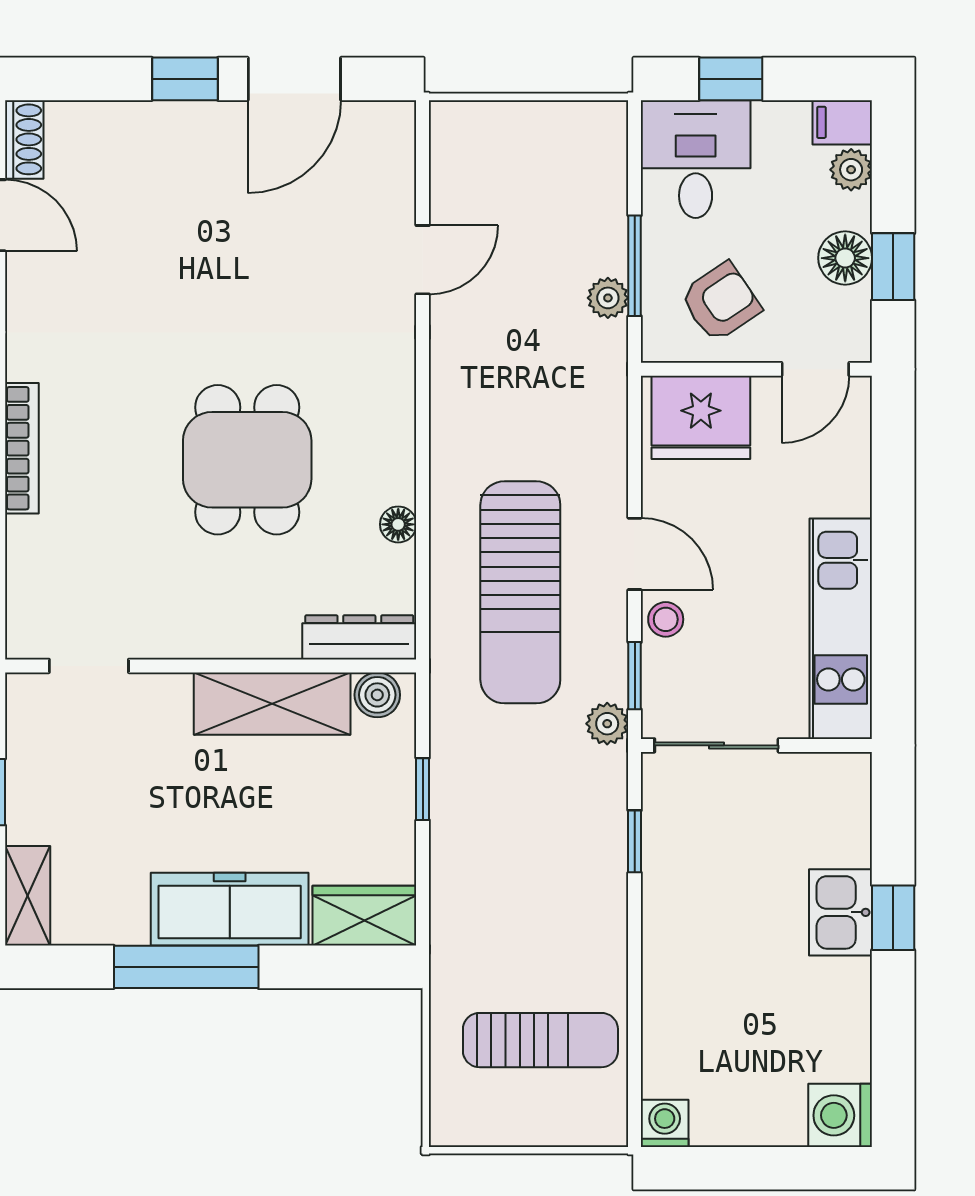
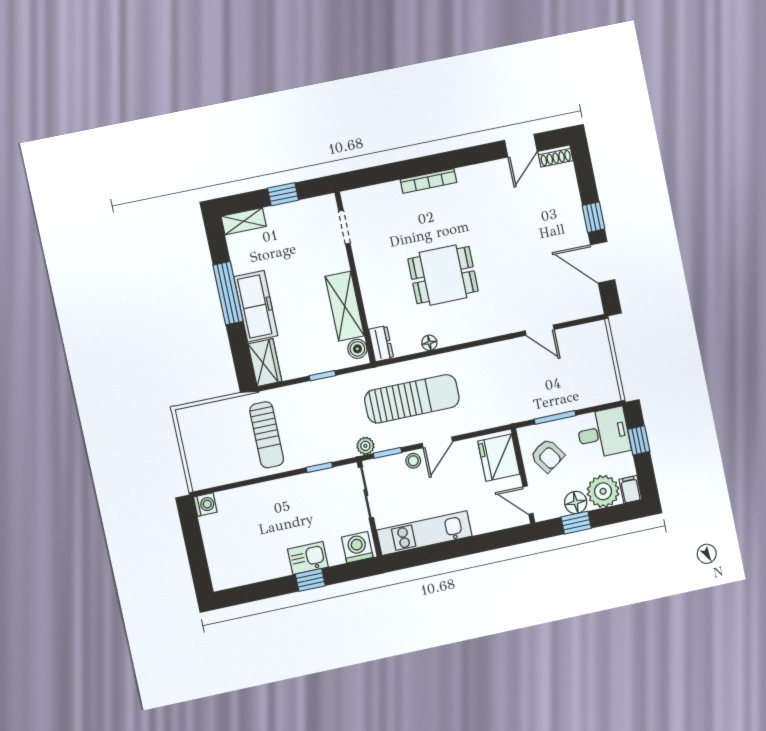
plant: (851, 170) -> (603, 491), width x1.87, depth x1.87
plant: (608, 298) -> (540, 409), removed
sun lounger: (520, 592) -> (412, 399), turned 180
dresser: (359, 637) -> (381, 344), width x0.70
sun lounger: (540, 1040) -> (267, 435), moved
washing machine: (840, 1115) -> (357, 547), moved

